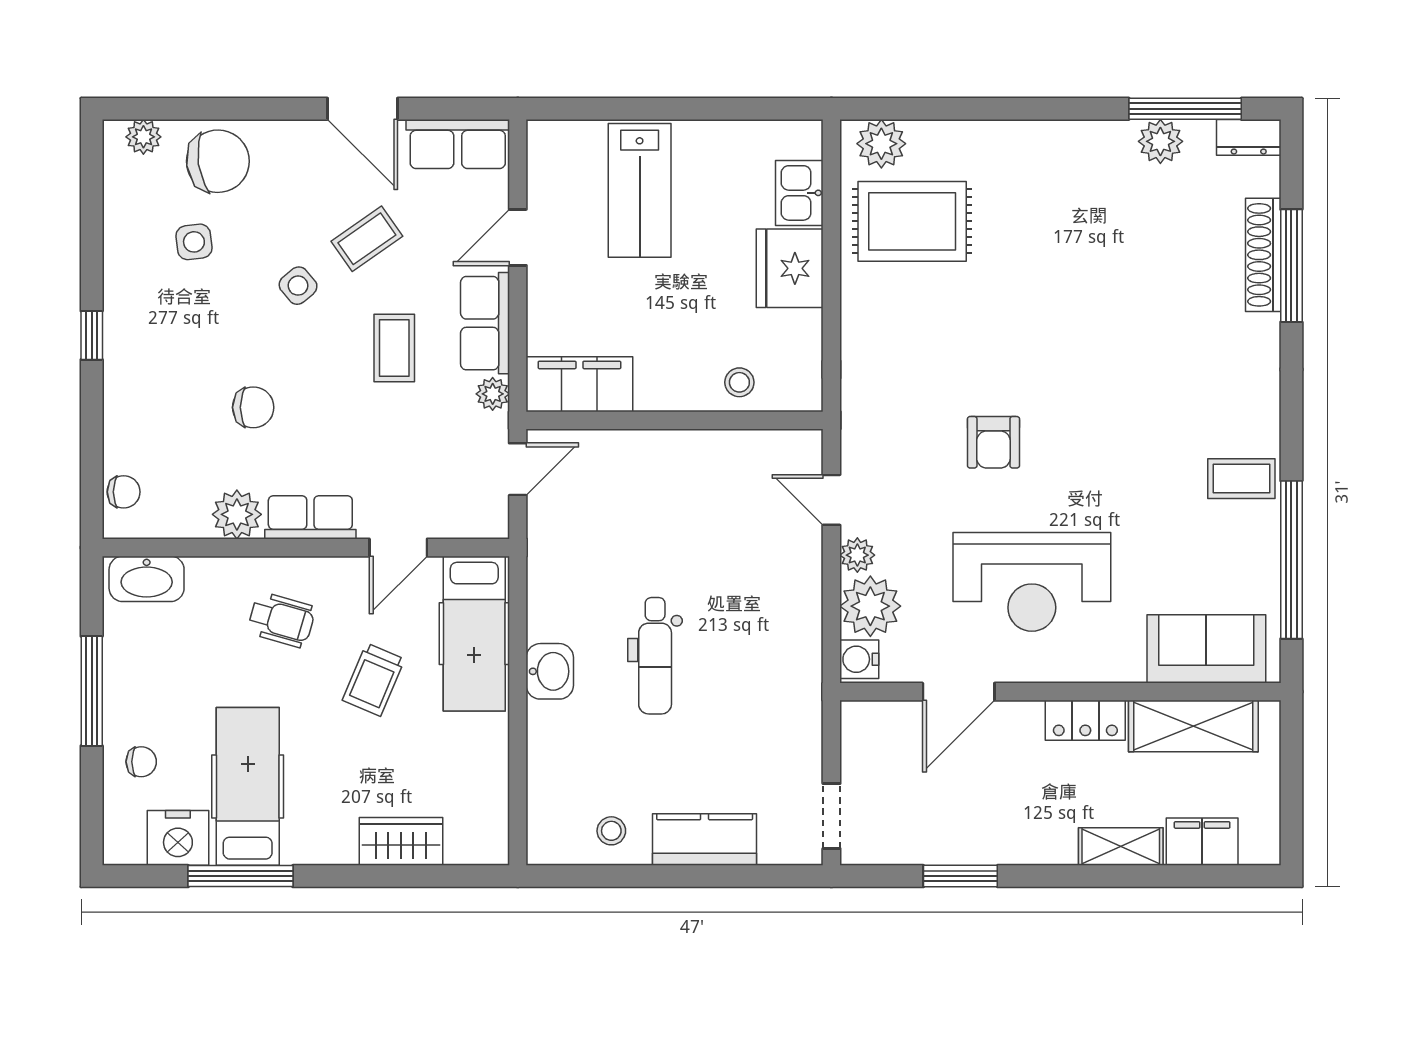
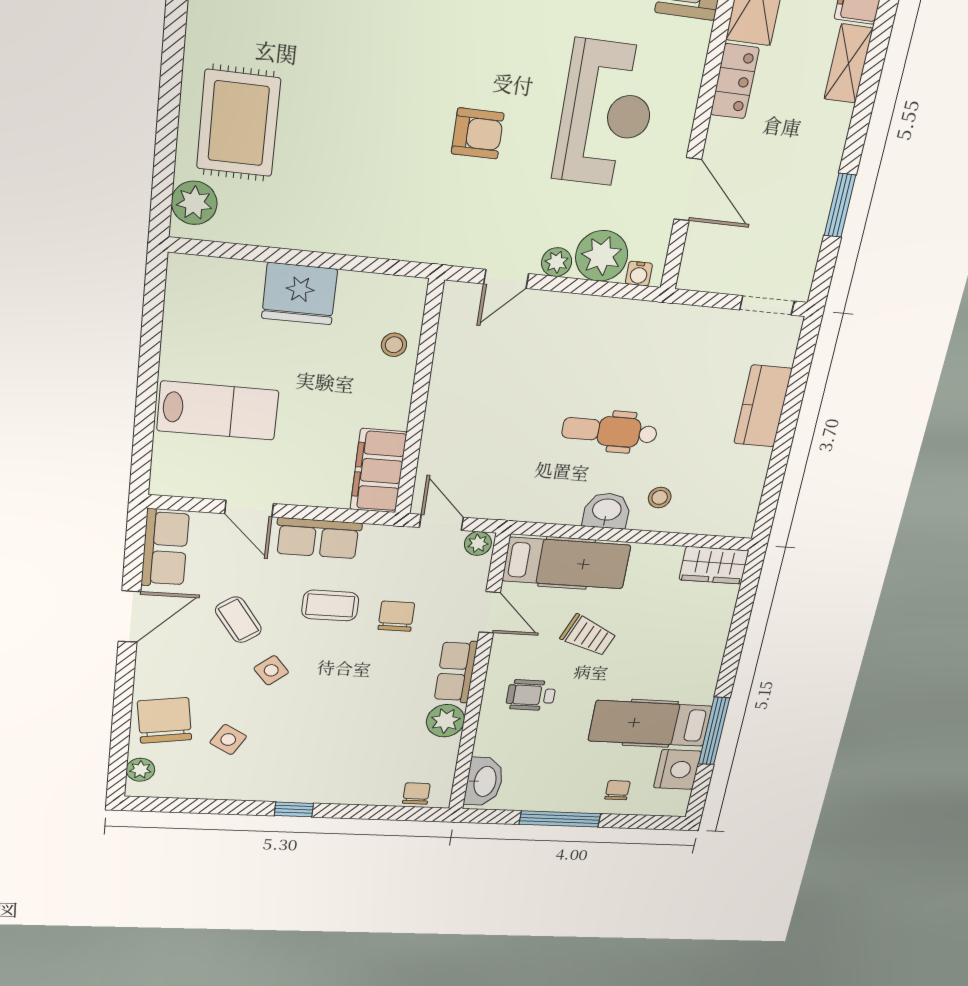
kitchen sink: (799, 193) -> (233, 279), removed
rug: (912, 221) -> (239, 123), moved
side table: (194, 242) -> (228, 740), turned 37
plant: (493, 394) -> (478, 543), moved
chair: (253, 407) -> (396, 616), moved
wheelchair: (281, 620) -> (531, 695), turned -106
dental chair: (655, 656) -> (610, 431), turned 180
water cooler: (859, 659) -> (639, 274), width x0.72, depth x0.72
stool: (611, 831) -> (660, 497), moved
wardrobe: (401, 841) -> (714, 565), moved, turned -90

